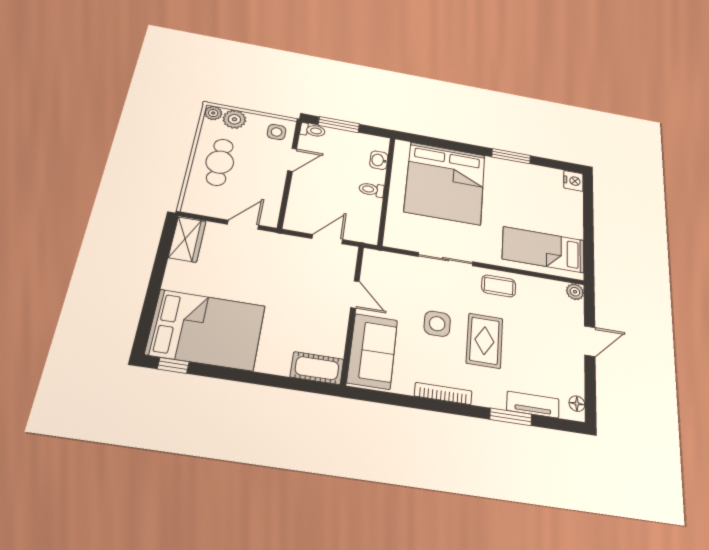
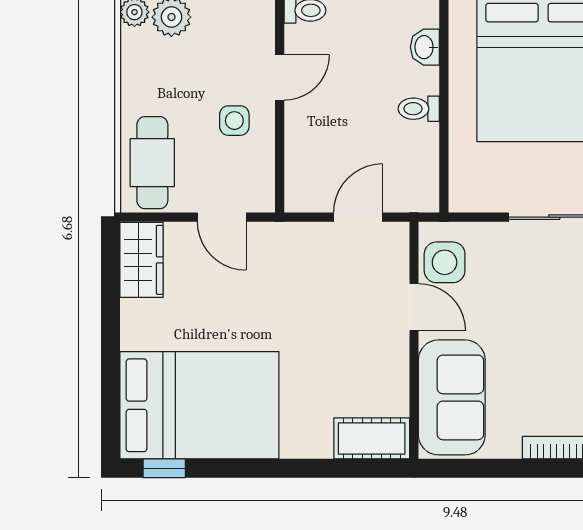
side table: (277, 132) -> (234, 121), moved
cafe table: (220, 162) -> (152, 163), moved
door: (243, 225) -> (222, 217), swing flipped
side table: (437, 324) -> (445, 262), moved

